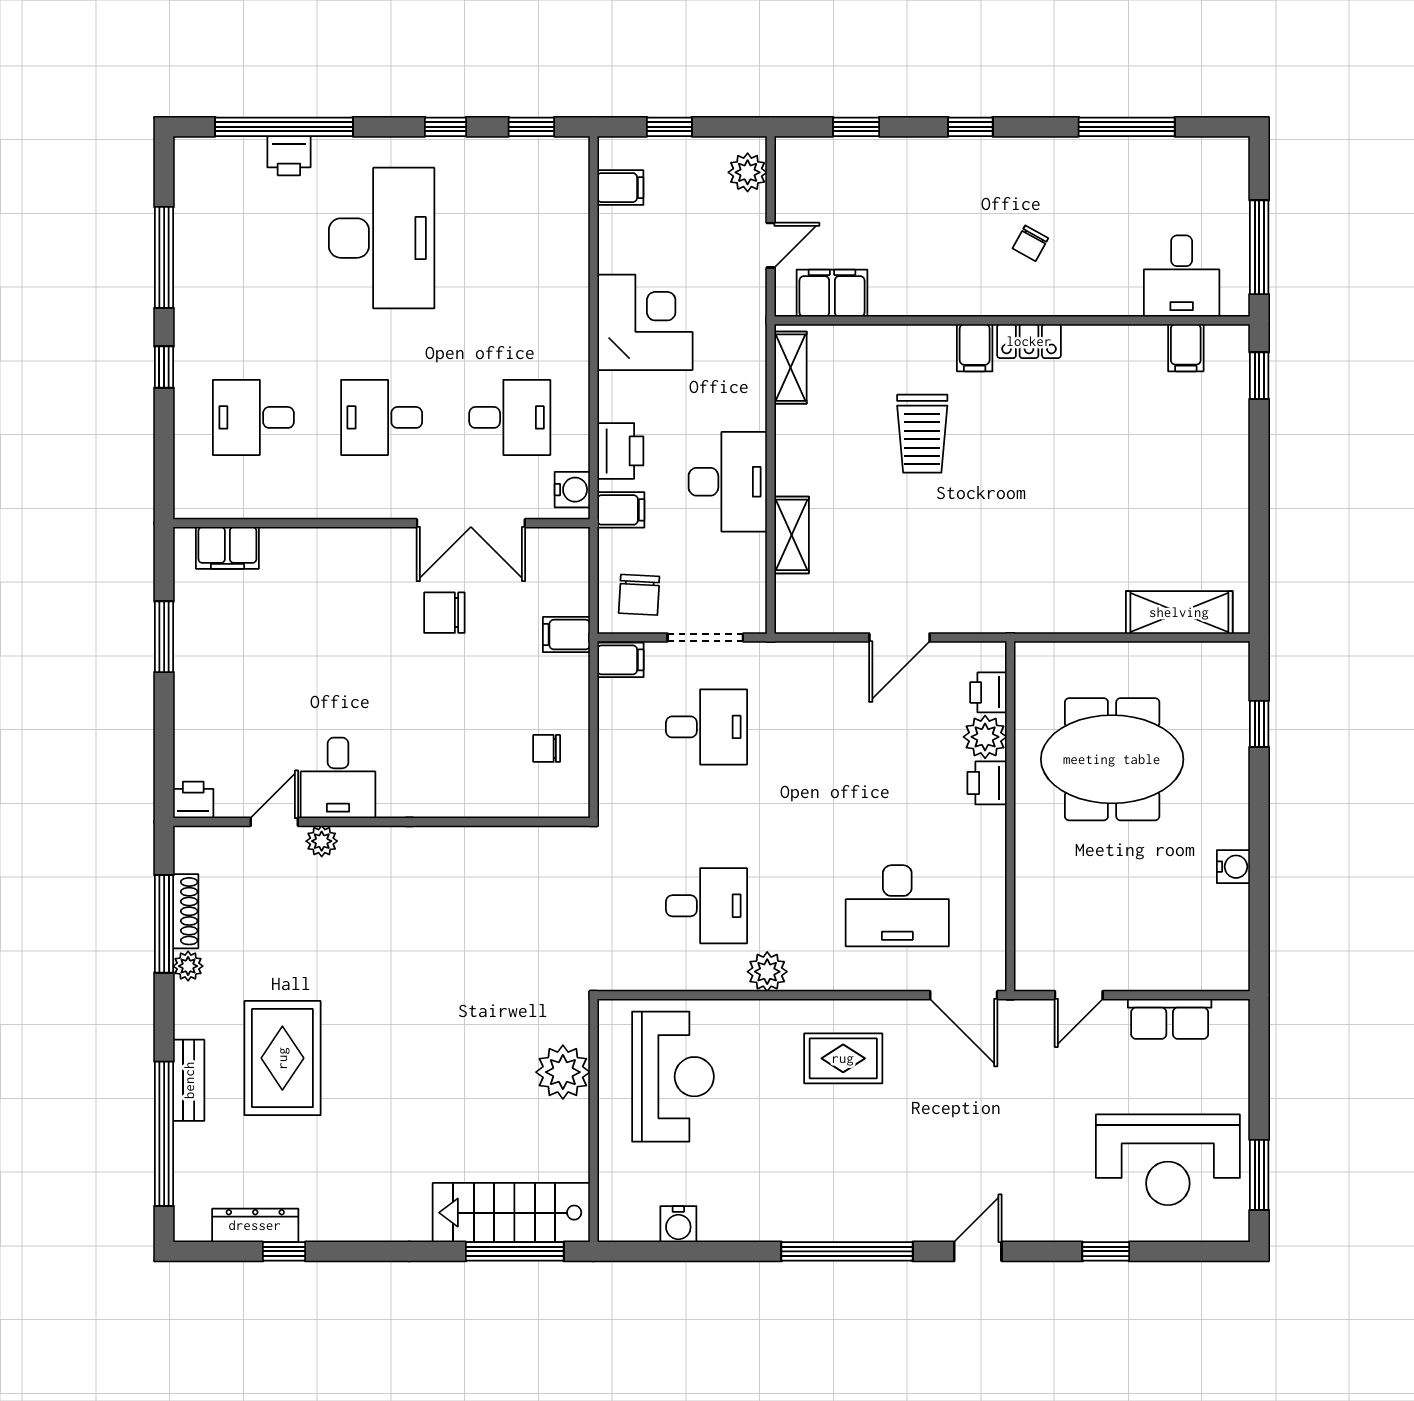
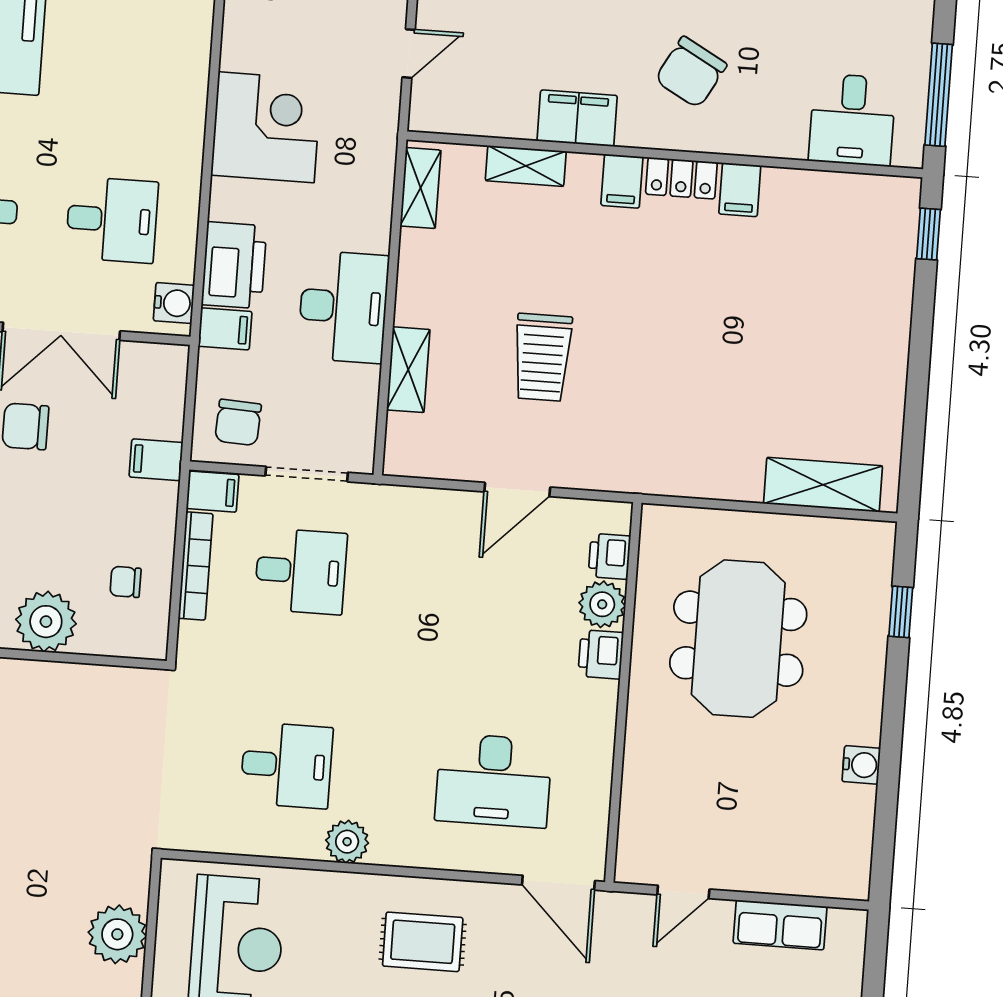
chair: (1030, 243) -> (691, 72), width x1.87, depth x1.87
filing cabinet: (832, 293) -> (577, 118), moved
shelving: (885, 340) -> (526, 166), added
filing cabinet: (1186, 348) -> (740, 190), moved
trolley: (922, 434) -> (542, 357), moved
printer: (620, 451) -> (234, 265), width x1.37, depth x1.19
bookcase: (610, 729) -> (196, 566), added
meeting table: (1112, 759) -> (738, 639), turned 90
plant: (476, 790) -> (46, 622), added

